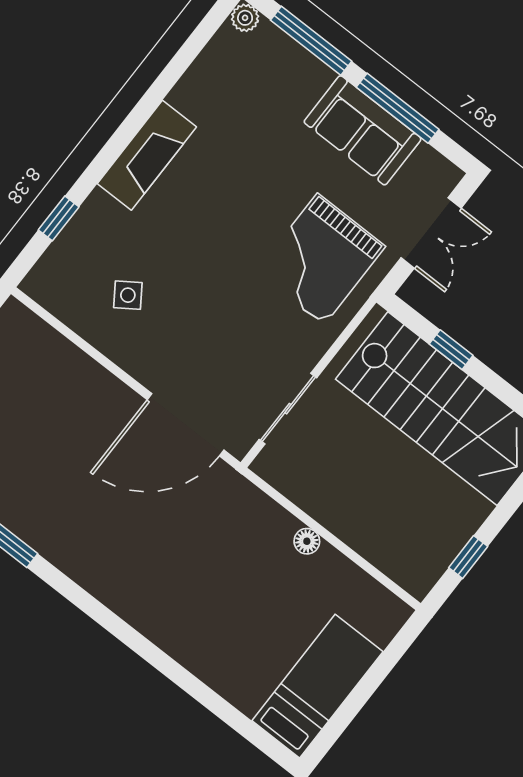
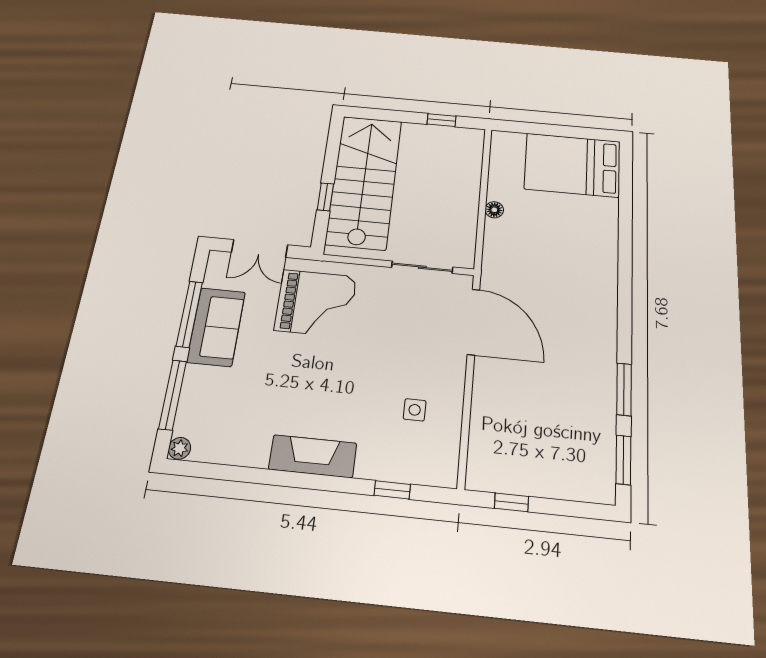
double door: (431, 233) -> (259, 248), swing flipped
side table: (128, 295) -> (415, 410), turned 34
bed: (317, 686) -> (572, 165), width x1.50

